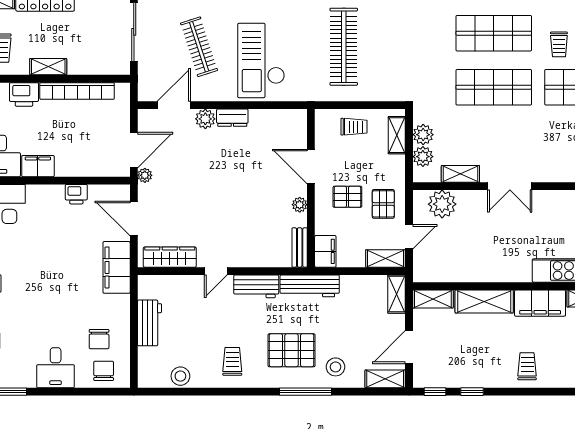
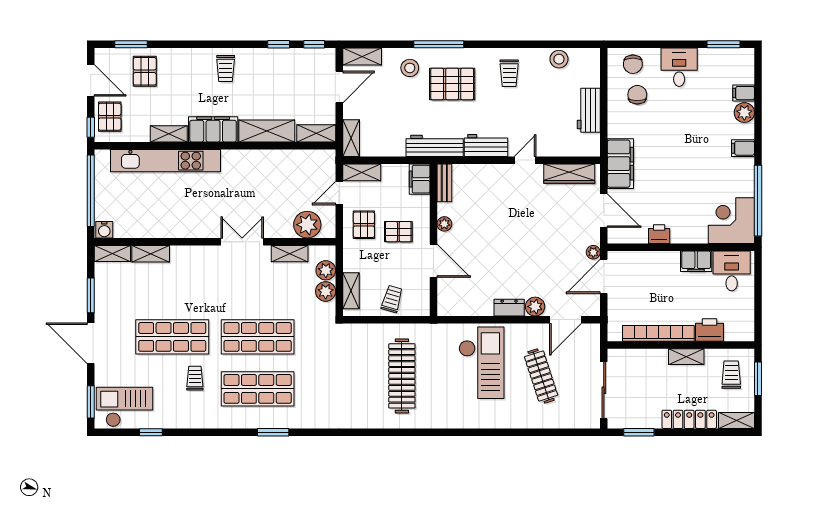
trolley: (354, 127) -> (392, 299), turned 106

